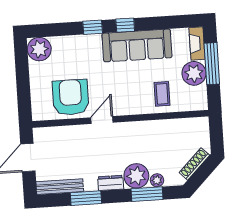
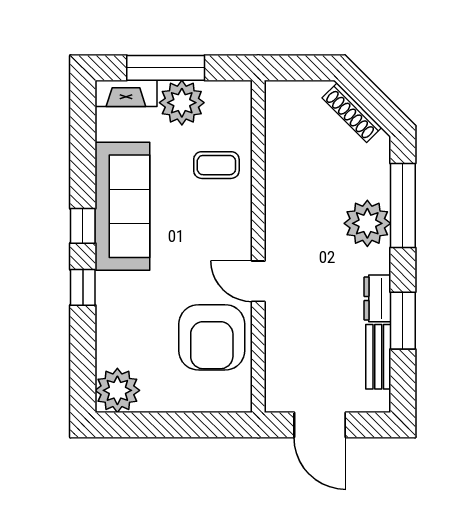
armchair: (71, 97) -> (212, 337), turned -90
plant: (157, 180) -> (378, 185), removed
dresser: (111, 183) -> (377, 298), moved
bench: (60, 187) -> (378, 357), width x0.73
window: (147, 194) -> (403, 205), width x1.44

